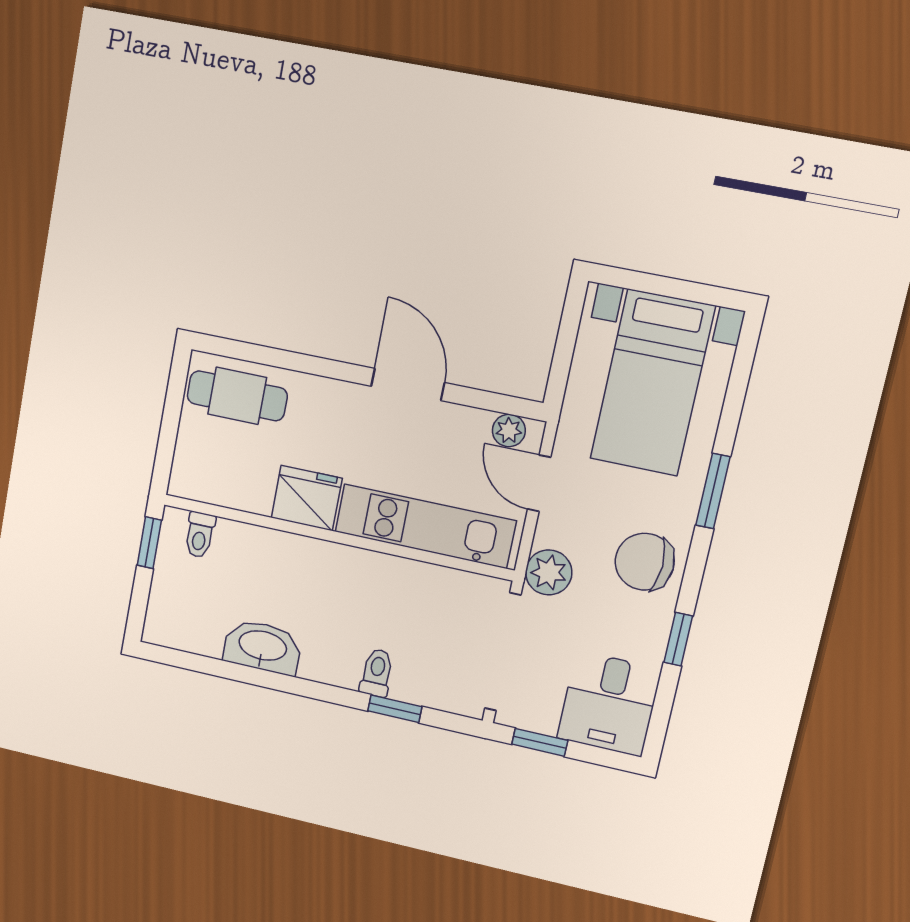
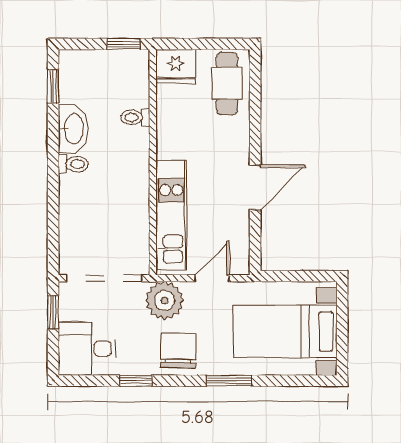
plant: (509, 431) -> (240, 254), removed
fridge: (307, 498) -> (176, 66), moved, turned 90
toilet: (200, 535) -> (135, 117), moved
plant: (549, 572) -> (165, 301), width x1.36, depth x1.36
toilet: (377, 673) -> (73, 164), moved
window: (395, 709) -> (53, 87), moved

